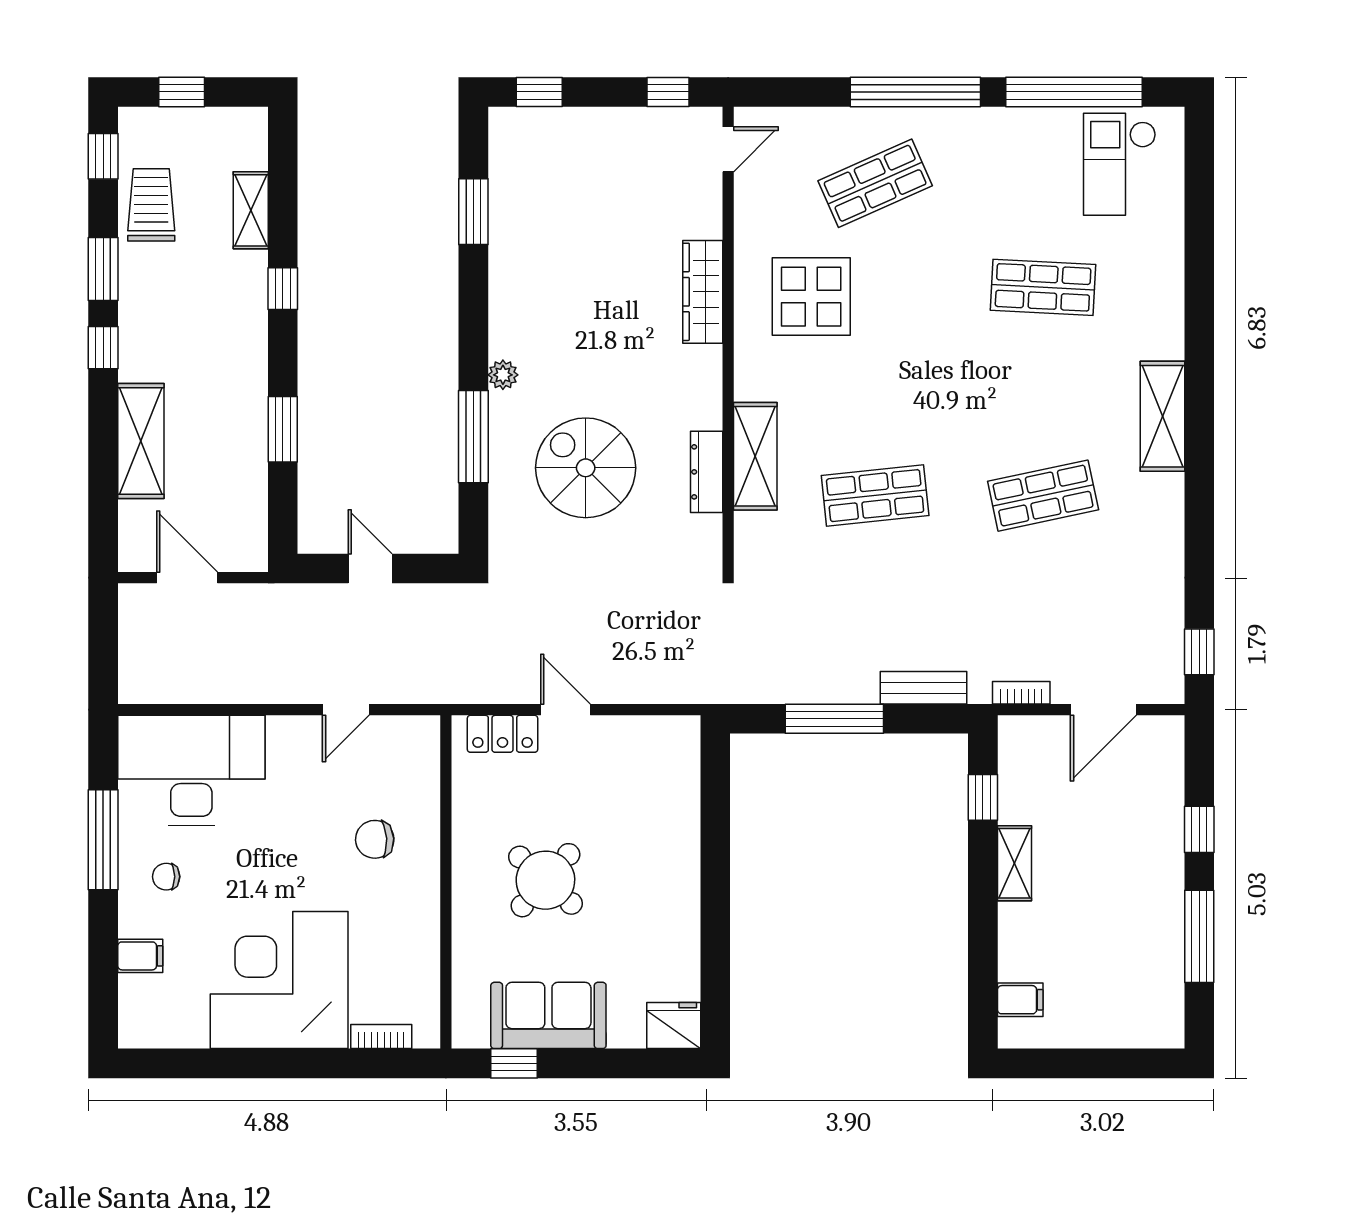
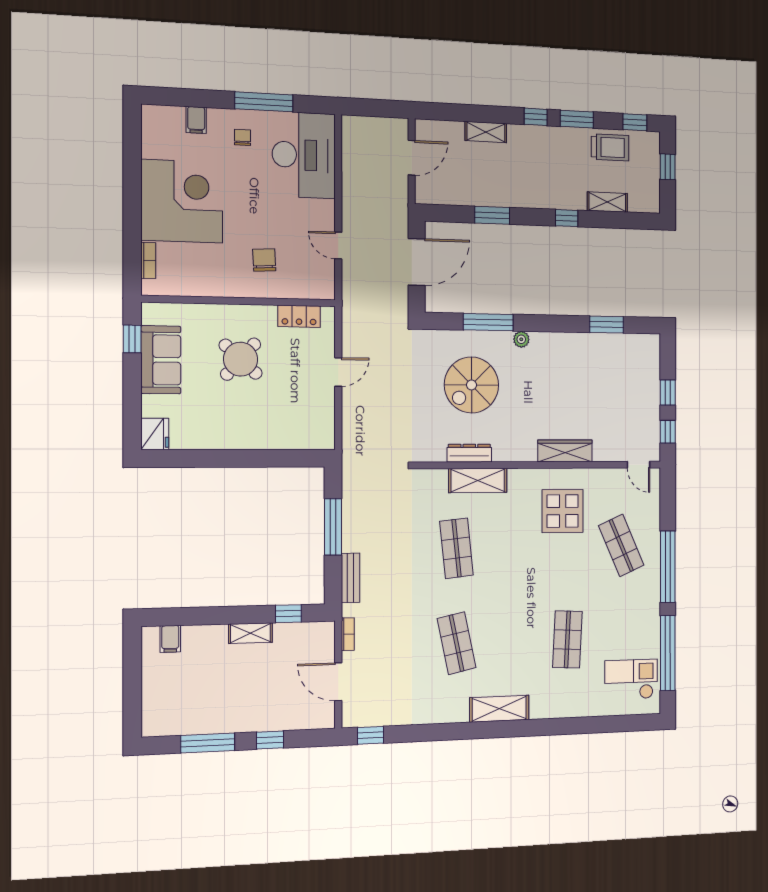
window: (539, 92) -> (668, 393), moved
shelving: (141, 441) -> (486, 132), width x0.67, depth x0.75
spiral stairs: (586, 468) -> (471, 385), turned 180
door: (370, 569) -> (417, 262), width x1.88
locker: (502, 734) -> (299, 316), moved, turned -90

